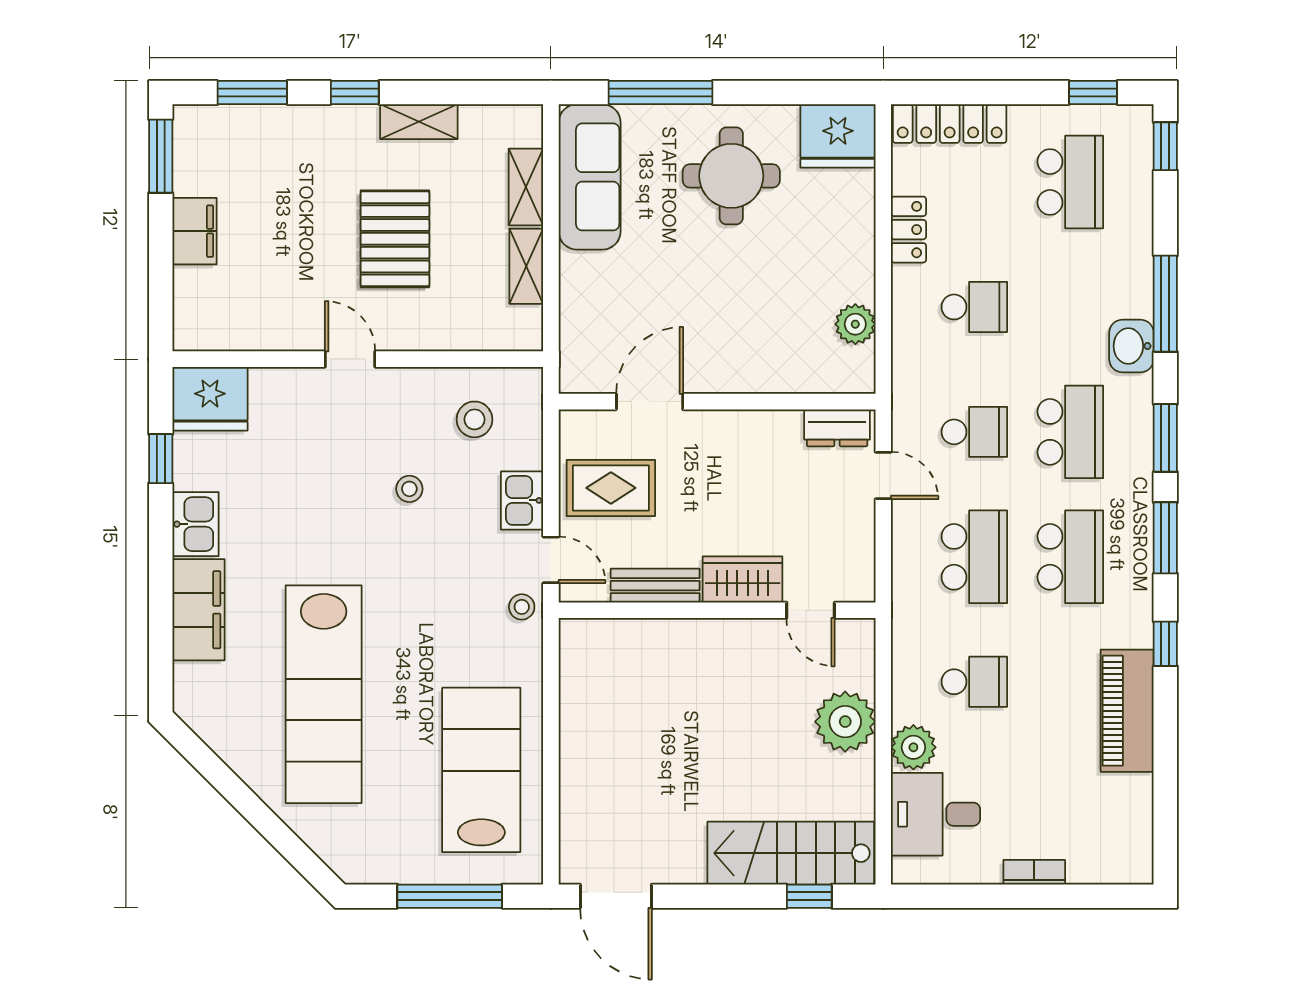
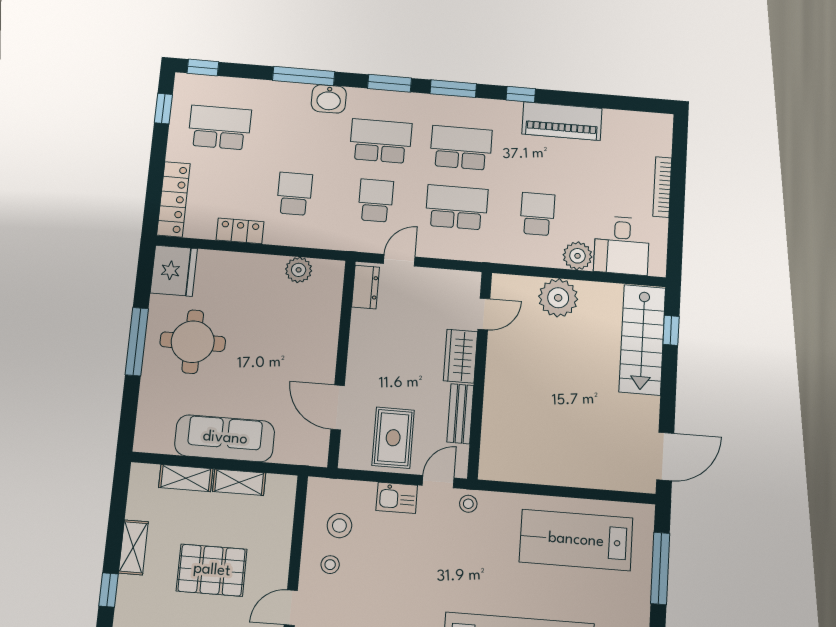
window: (660, 93) -> (137, 342), moved
sofa: (590, 177) -> (225, 438), moved
stool: (409, 489) -> (330, 565), moved
bookcase: (1034, 872) -> (662, 187), width x1.56

